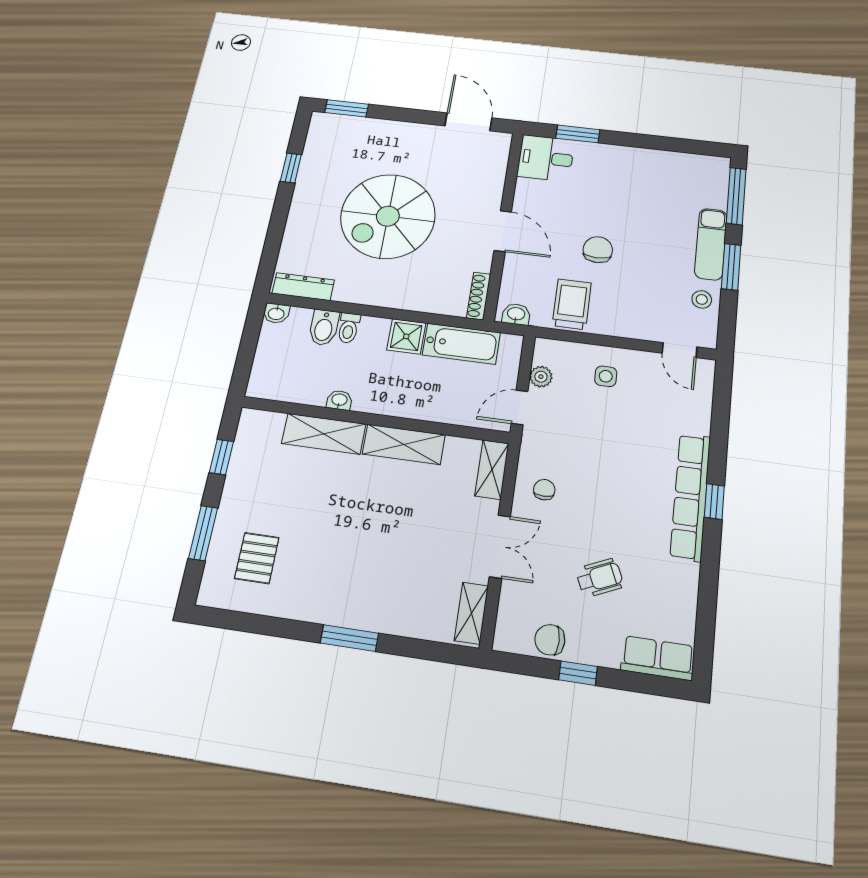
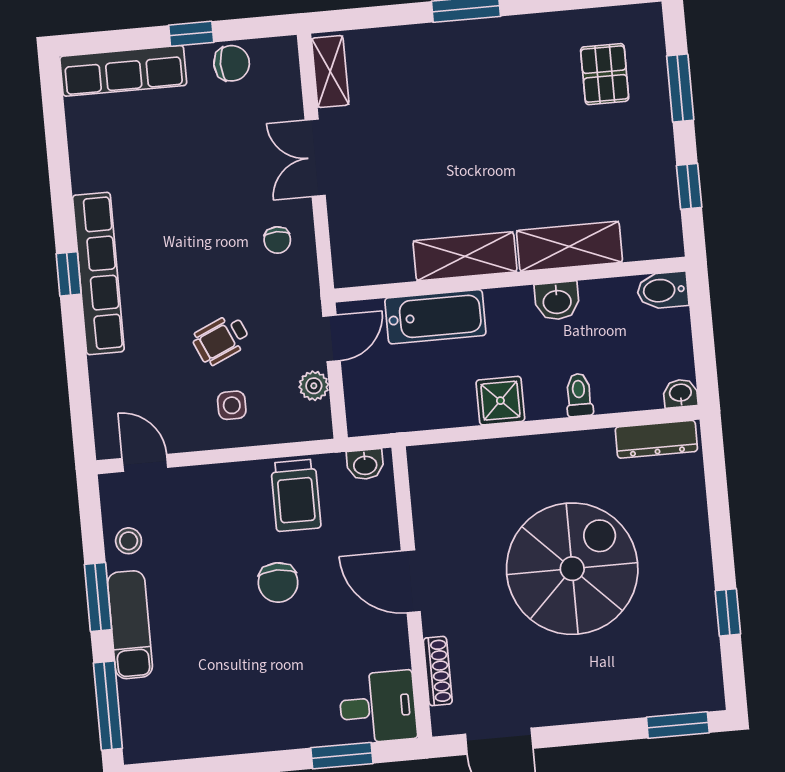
shoe rack: (479, 296) -> (438, 671), moved
bidet: (324, 328) -> (663, 290), moved, turned -90
bathtub: (461, 344) -> (435, 317), moved, turned 180
washbasin: (339, 400) -> (557, 301), width x1.38, depth x1.45
shelving: (492, 469) -> (347, 250), removed
wheelchair: (600, 578) -> (221, 340), moved
row of seats: (658, 658) -> (123, 71), width x1.48

